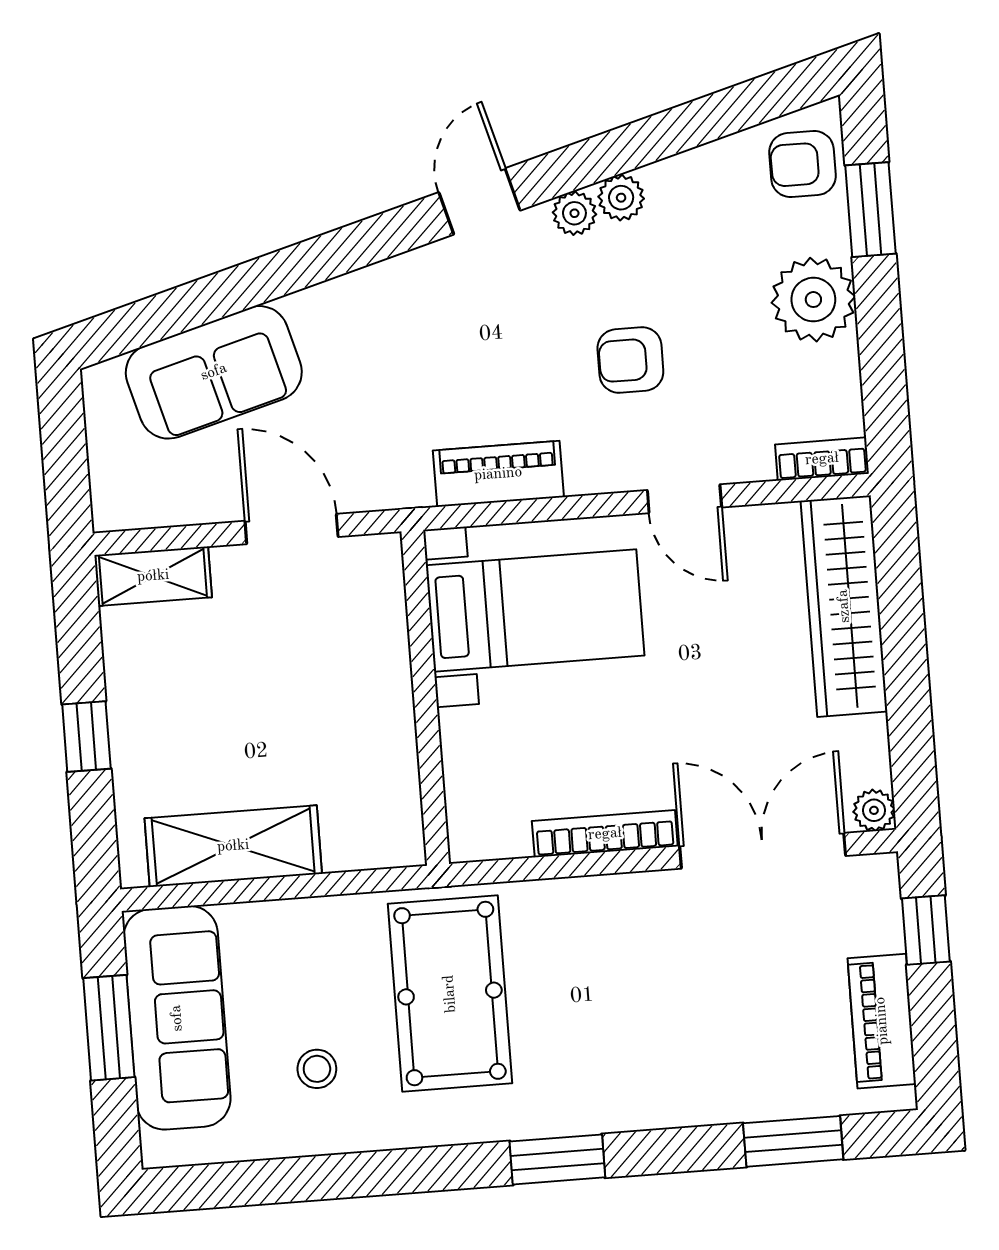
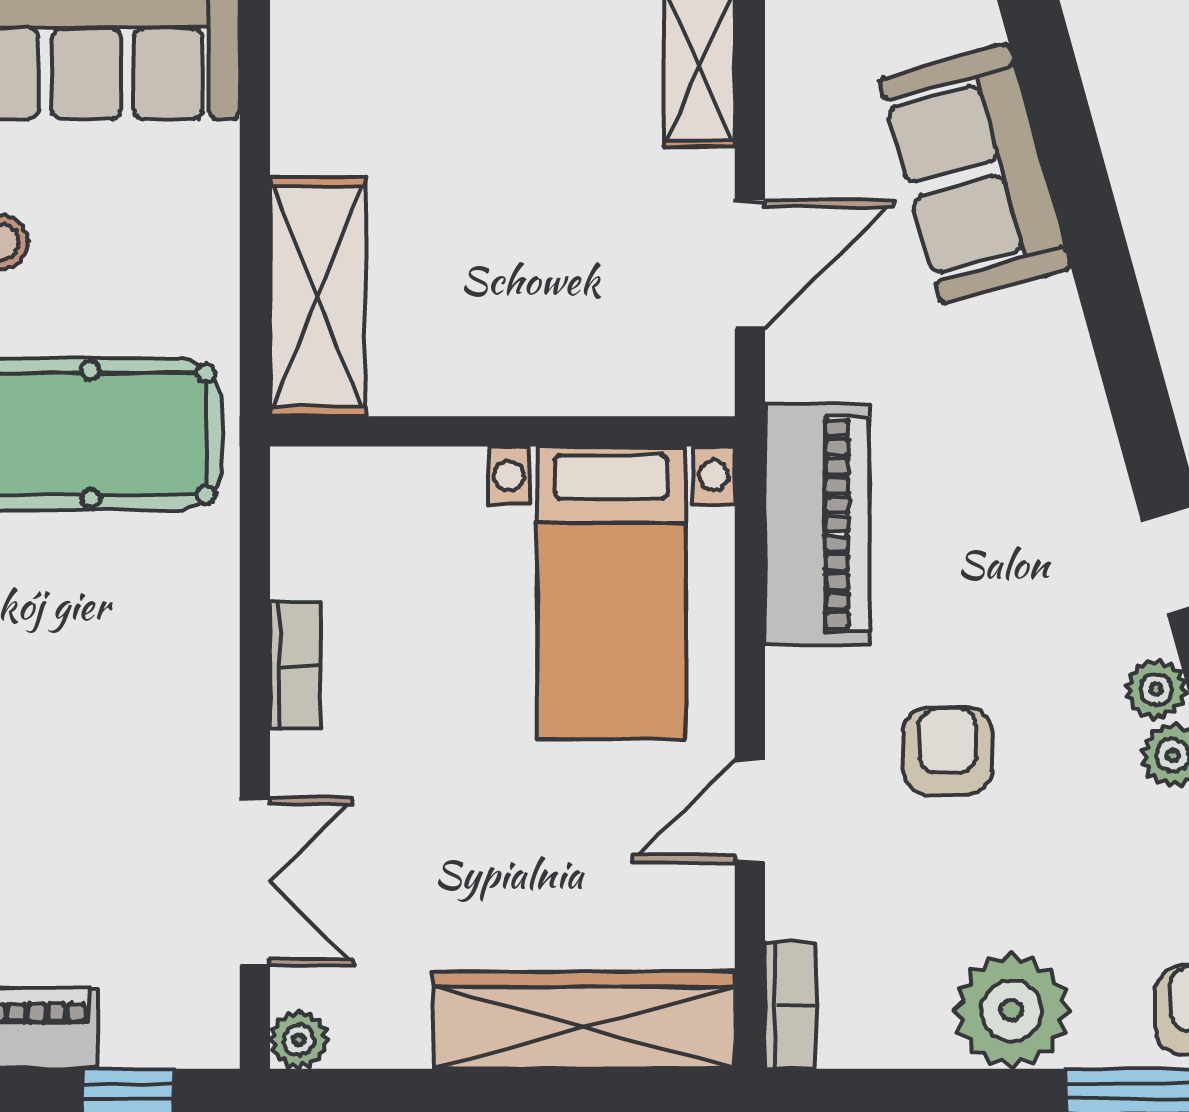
piano: (498, 474) -> (817, 524), width x1.37, depth x1.33
bookcase: (605, 834) -> (295, 665), width x0.64
shelving: (233, 846) -> (318, 297), moved
double door: (763, 851) -> (255, 882), width x0.73

